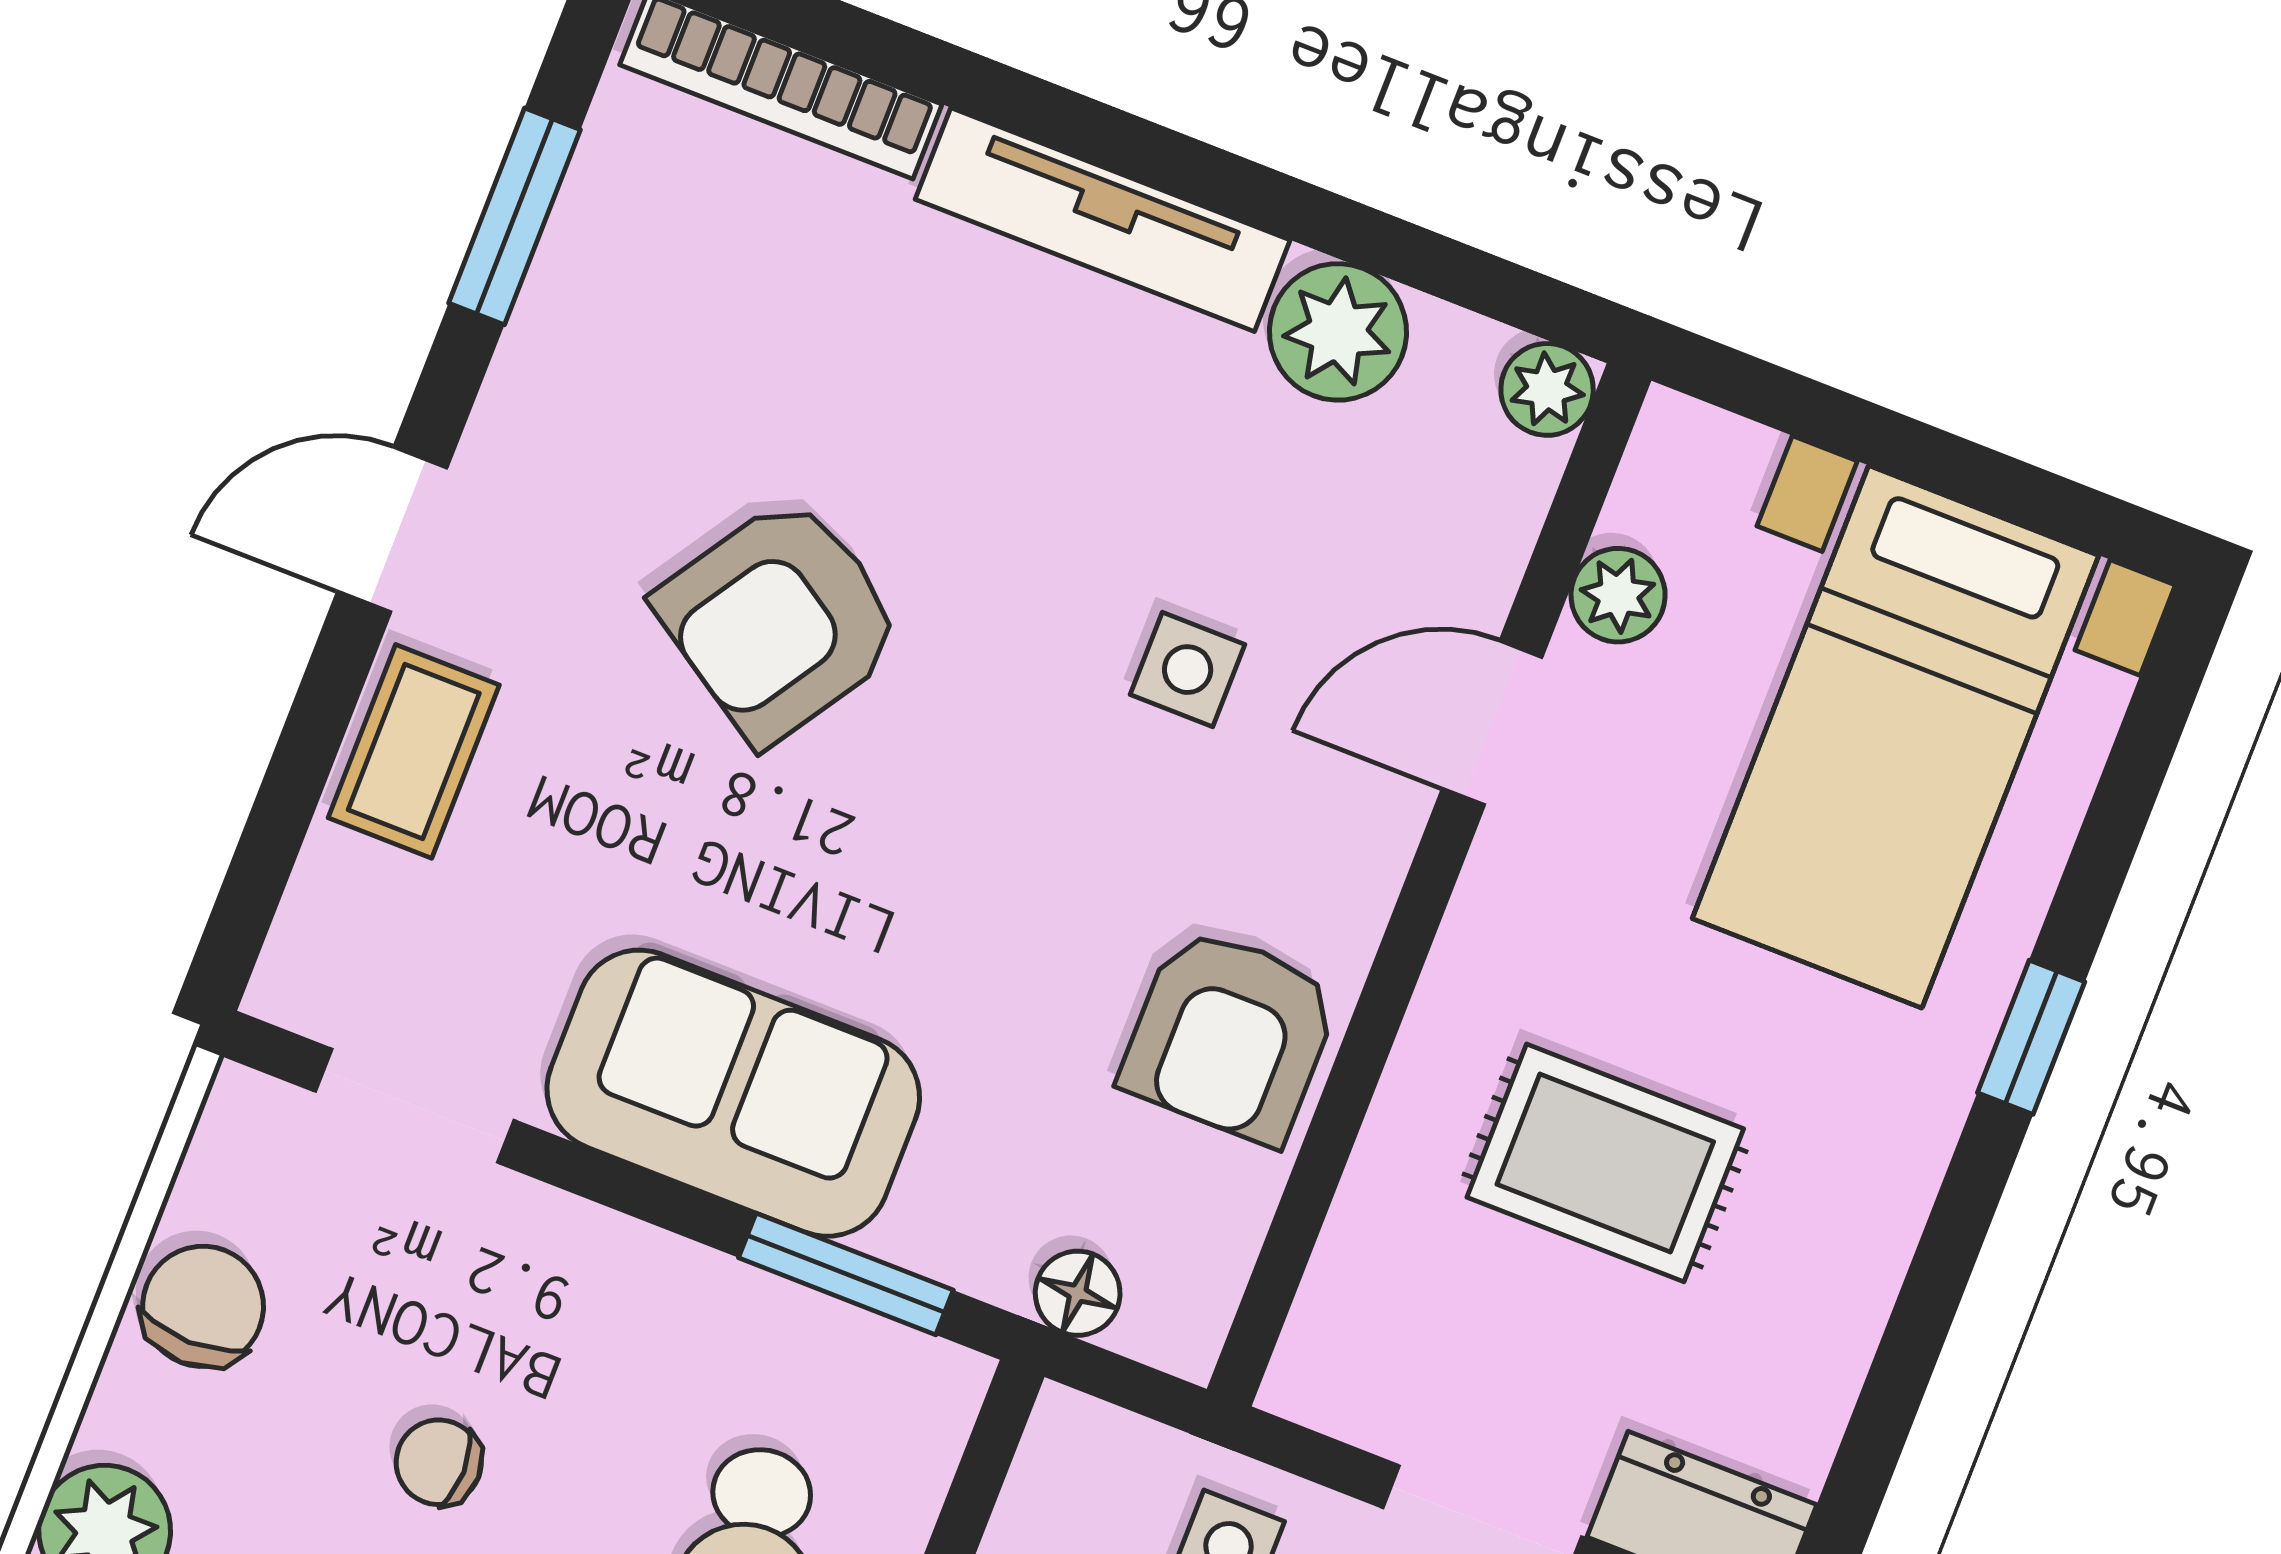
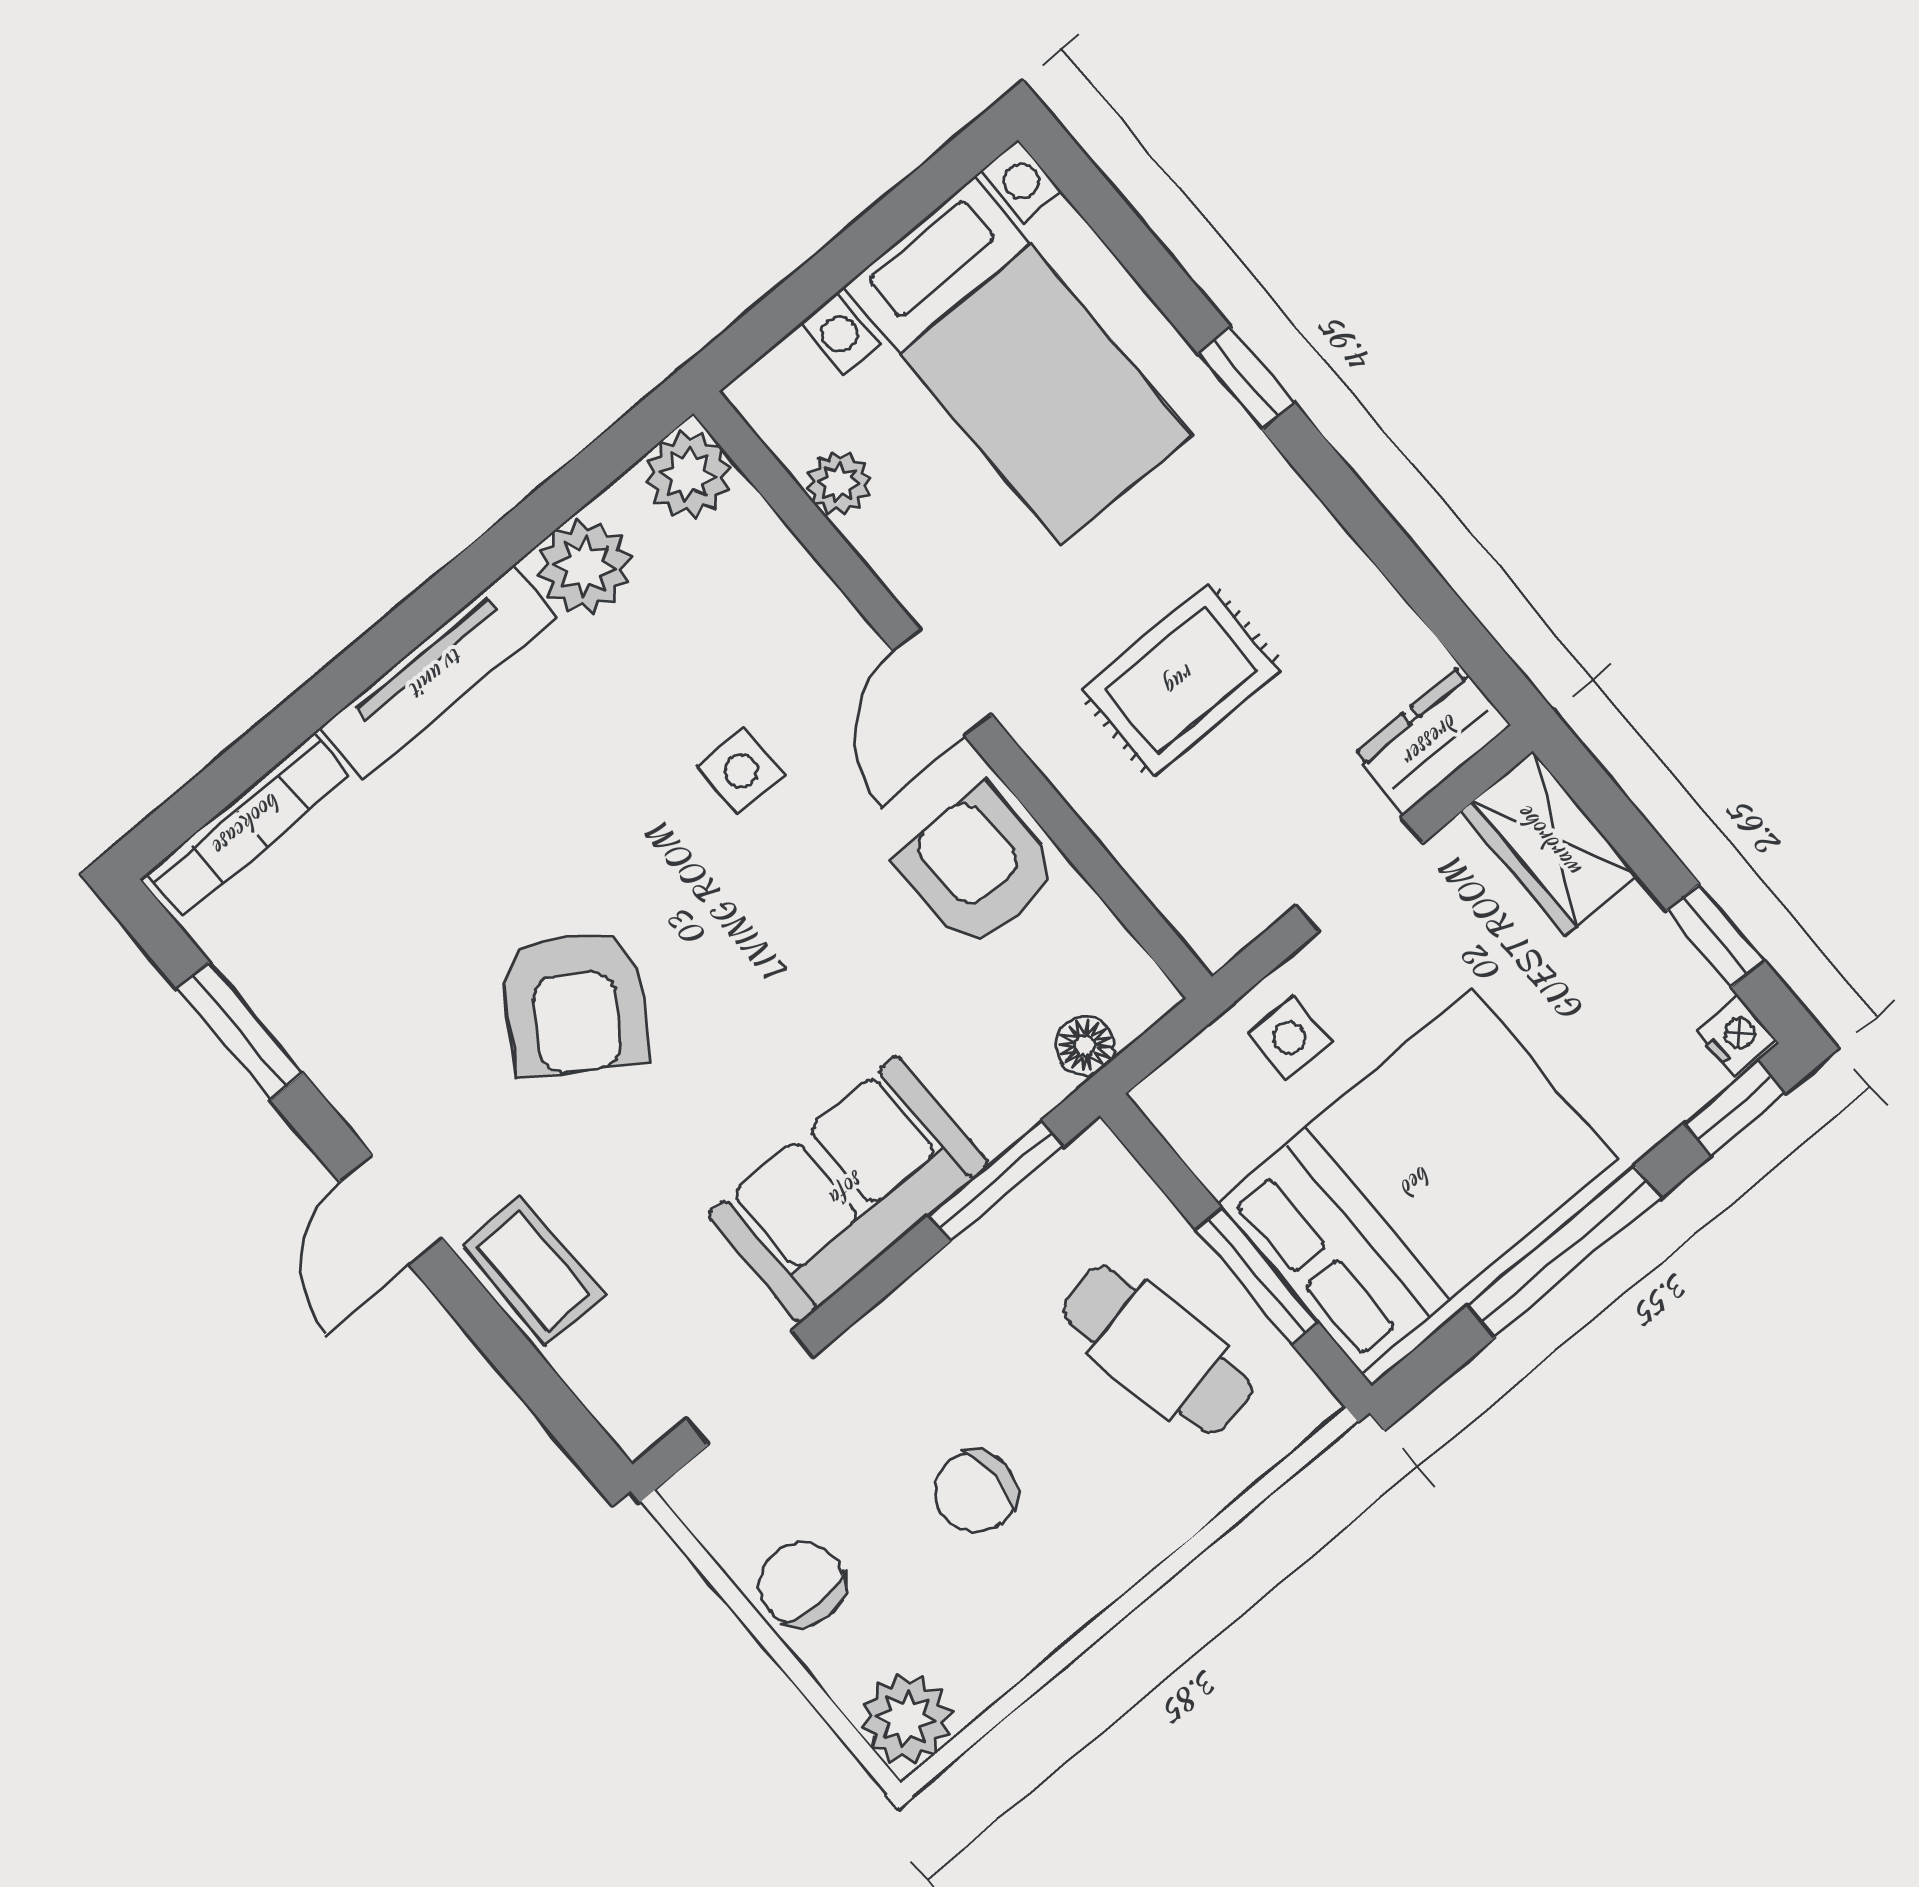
plant: (1547, 389) -> (688, 475), width x1.38, depth x1.38
door: (1492, 723) -> (942, 683), moved
armchair: (1230, 1035) -> (978, 867), turned 180
chair: (439, 1462) -> (976, 1492), width x1.37, depth x1.37

